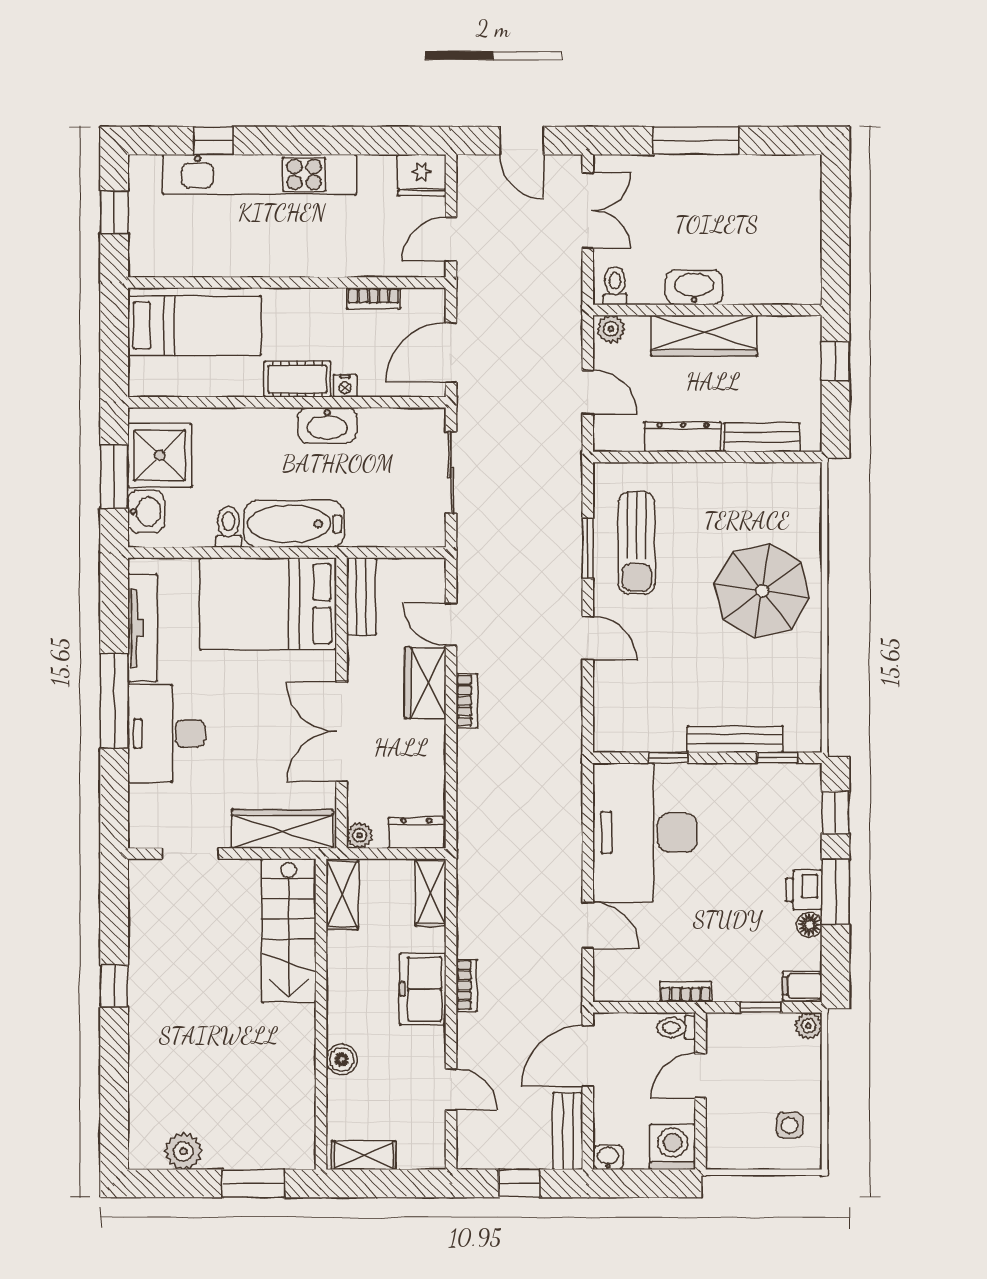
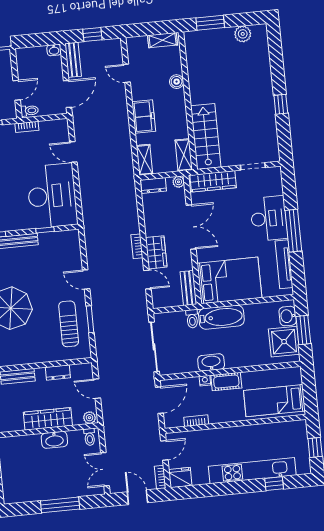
dresser: (683, 437) -> (58, 372), width x0.70
sliding door: (451, 472) -> (154, 347), width x1.37
toilet: (228, 527) -> (192, 319), moved
bookcase: (466, 985) -> (160, 477), moved
washing machine: (673, 1147) -> (26, 57), removed

